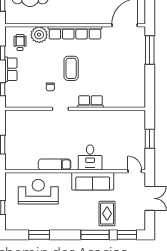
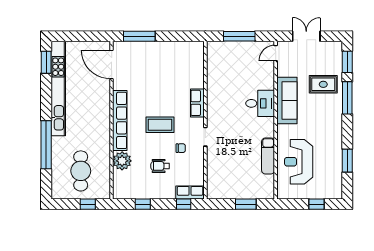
wheelchair: (20, 43) -> (160, 166), moved
row of seats: (11, 69) -> (190, 192), moved
window: (150, 139) -> (239, 36), width x1.44
exam couch: (55, 164) -> (268, 156), moved

